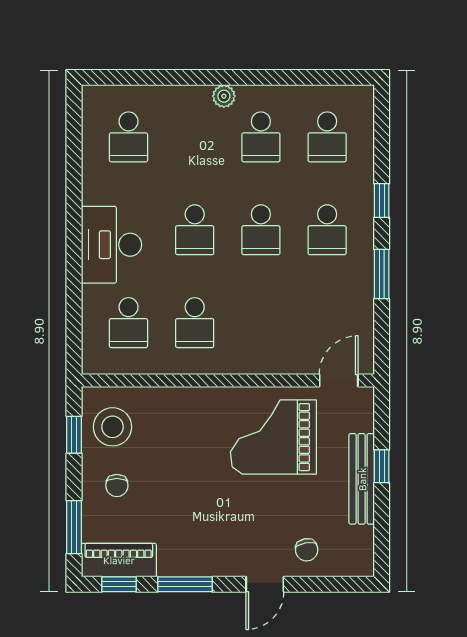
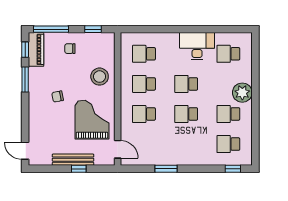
plant: (224, 96) -> (242, 93), width x1.87, depth x1.87
window: (382, 200) -> (233, 169), moved
school desk: (327, 230) -> (144, 114), moved
desk: (111, 245) -> (197, 46), moved
stool: (113, 427) -> (100, 77), moved
window: (74, 527) -> (51, 29), width x1.44
chair: (307, 550) -> (58, 97), moved
door: (265, 584) -> (25, 151), moved

